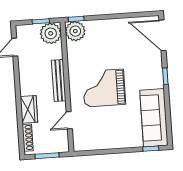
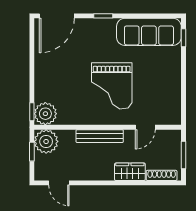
door: (69, 120) -> (145, 127), hinge flipped

